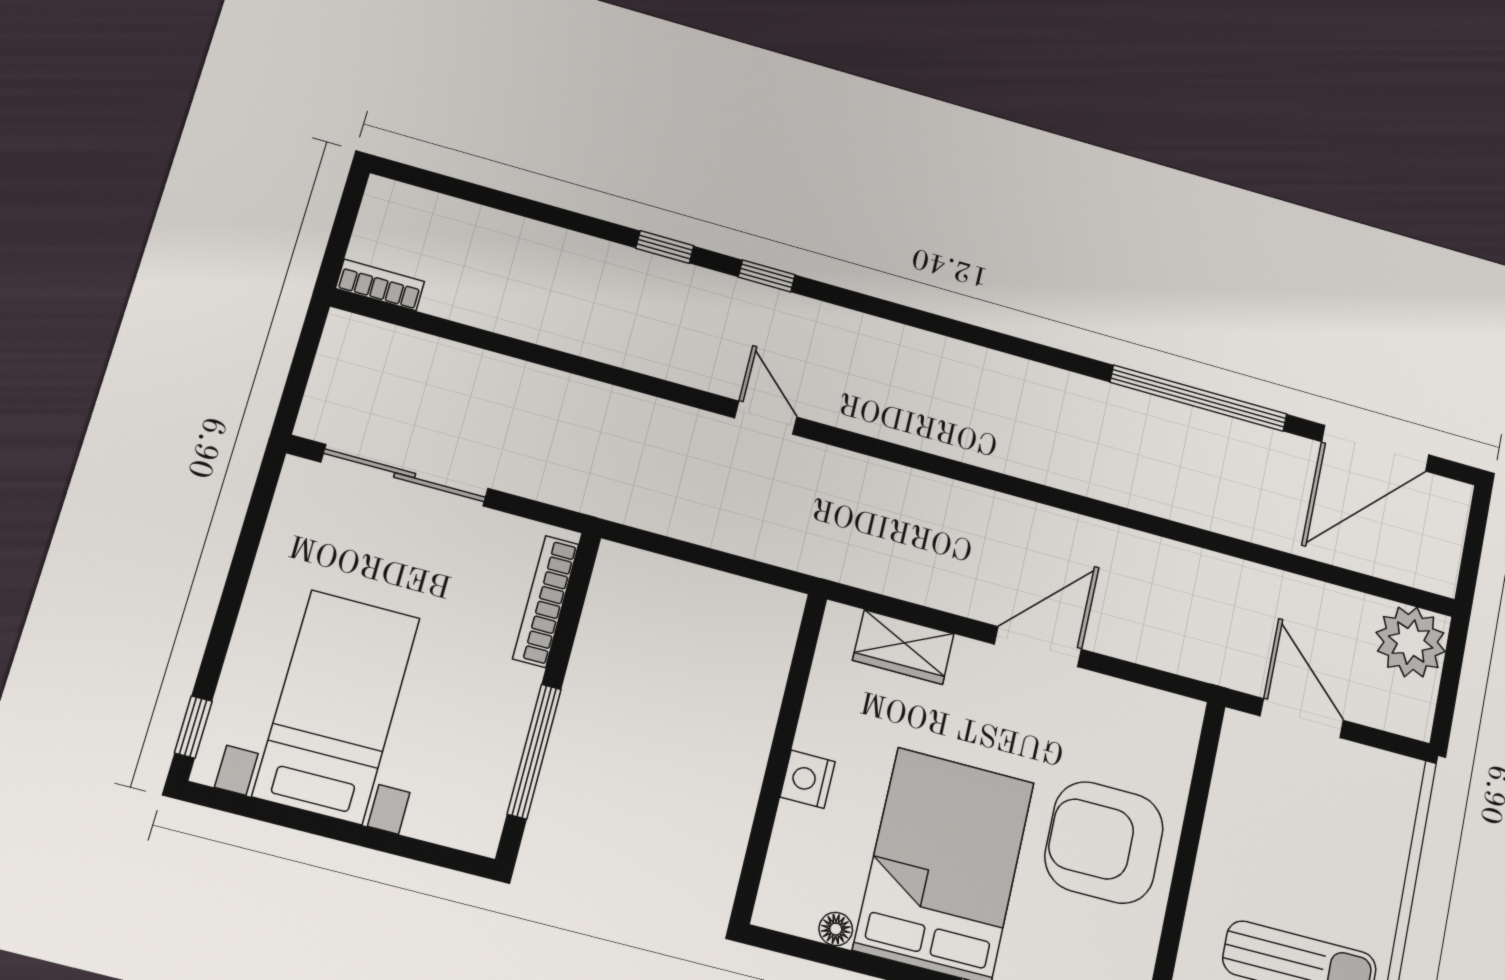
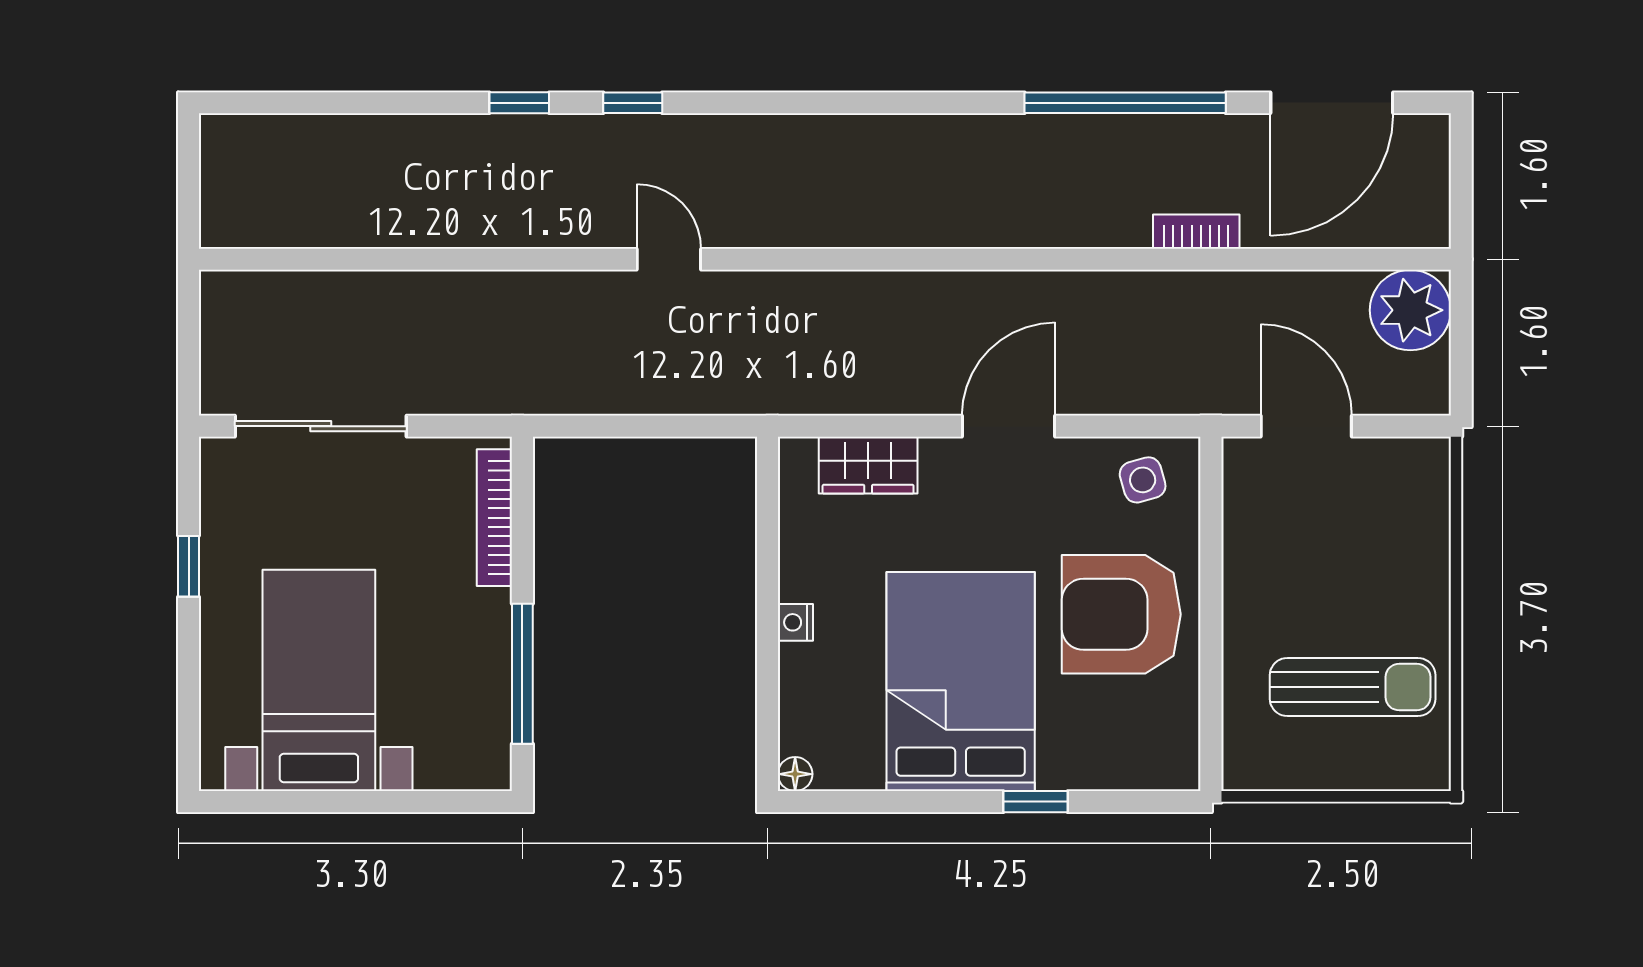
bookcase: (380, 285) -> (1196, 232), moved
window: (193, 727) -> (189, 566), moved
side table: (1148, 727) -> (1143, 480), added
nightstand: (808, 779) -> (795, 622), width x0.72, depth x0.74
floor lamp: (836, 929) -> (795, 774), moved

